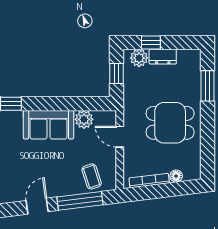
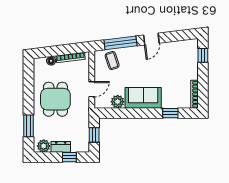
plant: (139, 58) -> (44, 146), moved
dining table: (170, 123) -> (55, 99), turned 90
door: (120, 137) -> (92, 89), hinge flipped

